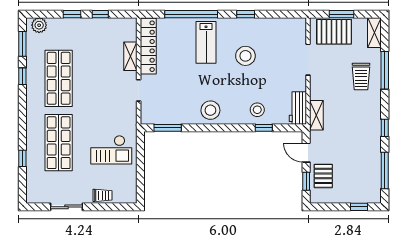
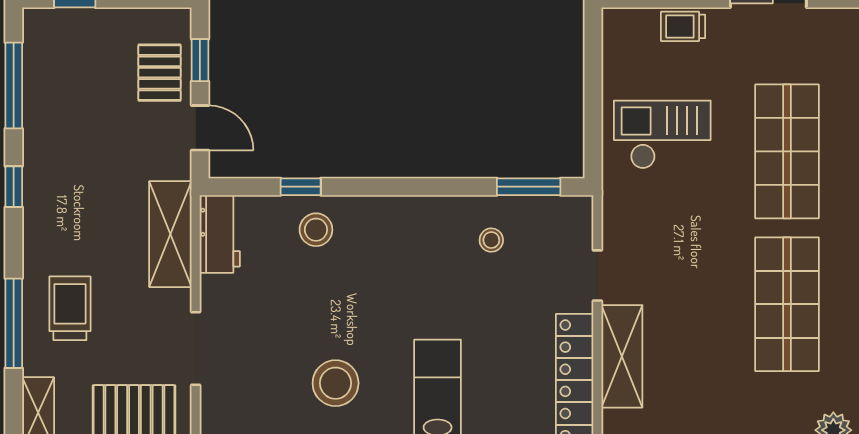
shelving: (130, 56) -> (622, 356), width x1.50, depth x1.33
stool: (245, 56) -> (336, 383), moved
stool: (210, 110) -> (491, 240), moved, width x0.53, depth x0.53
shelving: (316, 115) -> (170, 234), width x1.50, depth x1.33

